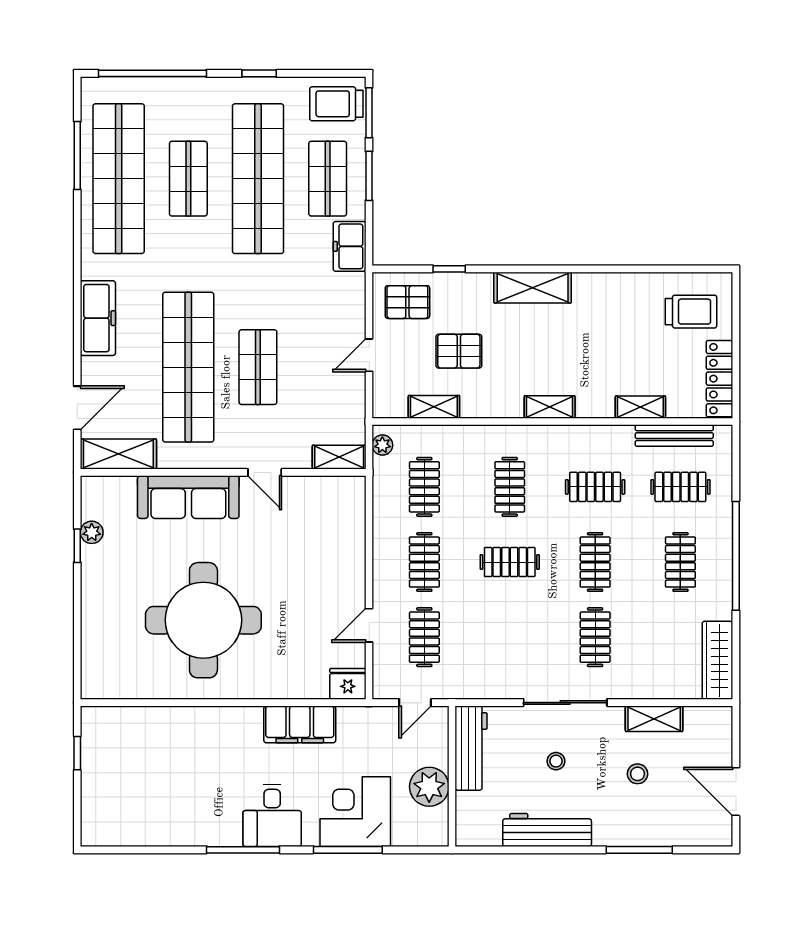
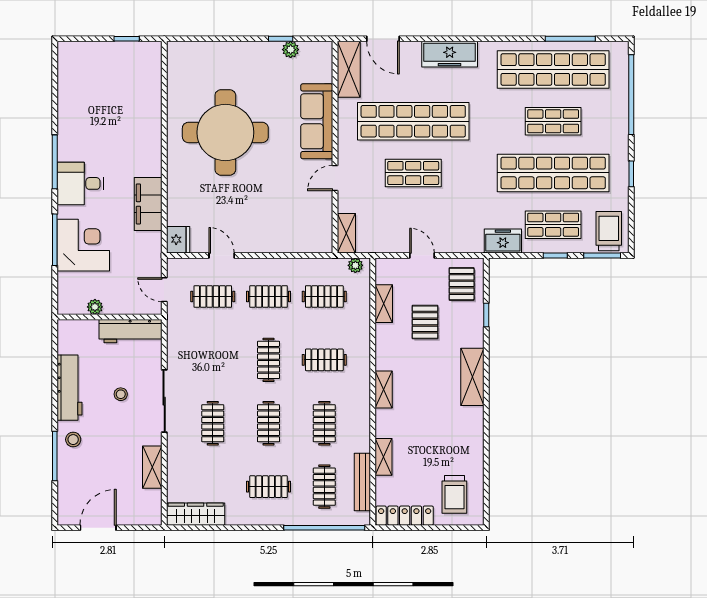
window: (369, 176) -> (555, 255), width x0.67
window: (736, 556) -> (324, 528), moved
clothes rail: (595, 562) -> (269, 423), turned 90
clothes rail: (595, 637) -> (213, 423), turned 90
stool: (637, 774) -> (73, 440), moved
plant: (429, 787) -> (95, 307), width x0.53, depth x0.53

